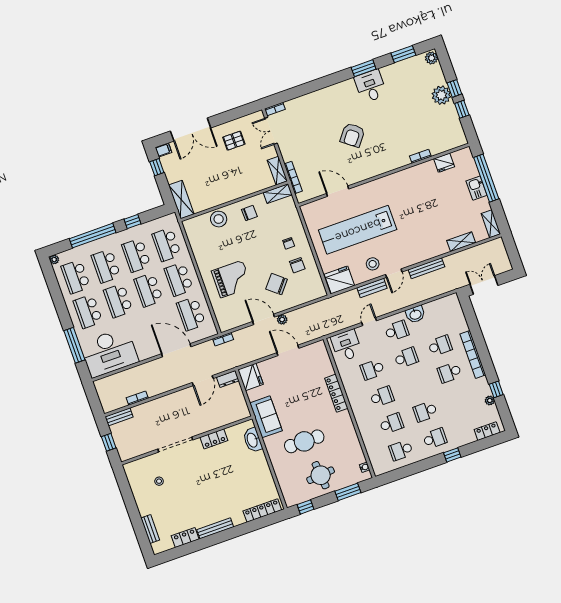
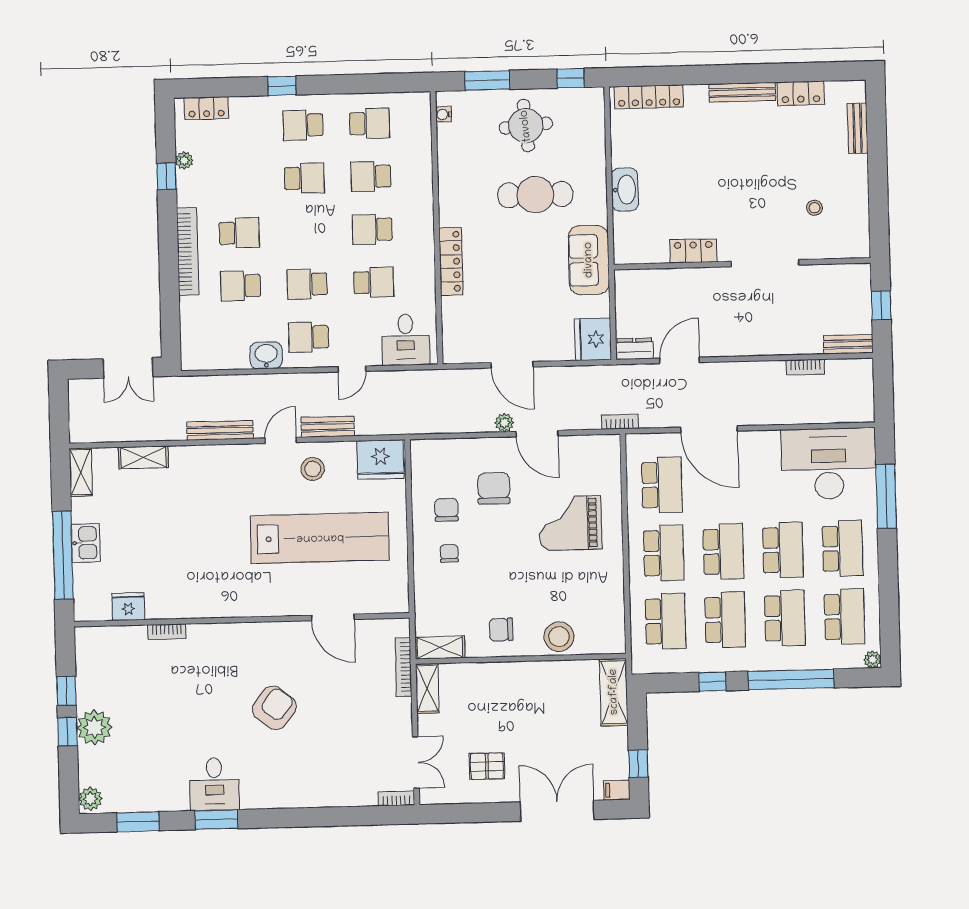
chair: (277, 284) -> (494, 488), turned -130
washbasin: (253, 440) -> (625, 190), moved

